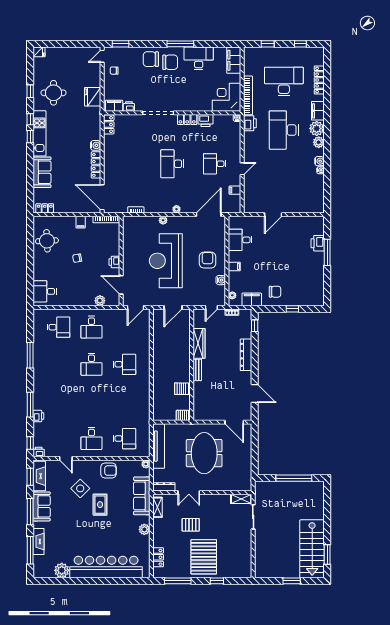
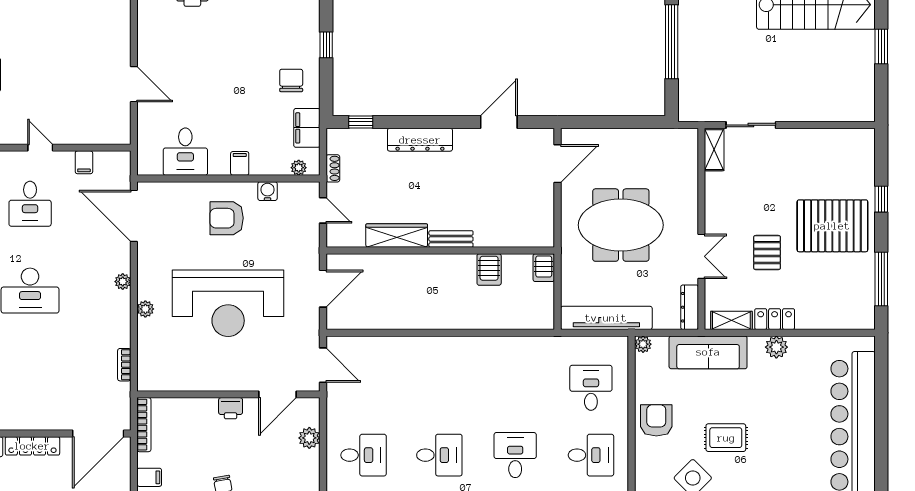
door: (173, 307) -> (323, 289), hinge flipped
desk: (124, 364) -> (515, 455), moved
locker: (158, 557) -> (775, 319), moved

